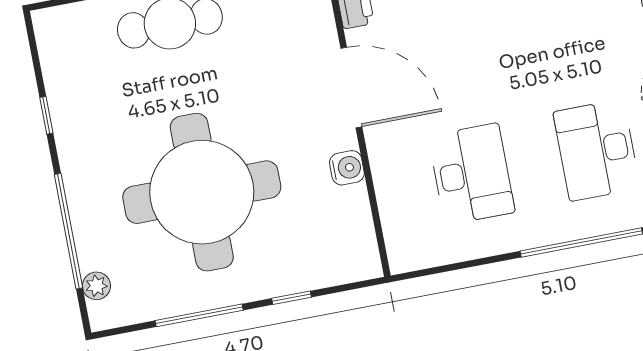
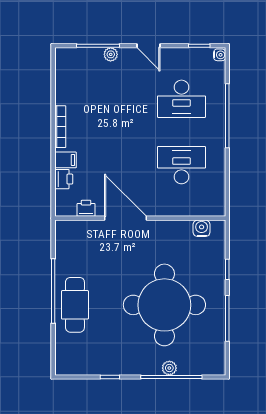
door: (351, 87) -> (125, 218), hinge flipped
water cooler: (347, 168) -> (202, 228), moved
plant: (96, 286) -> (169, 368), moved

